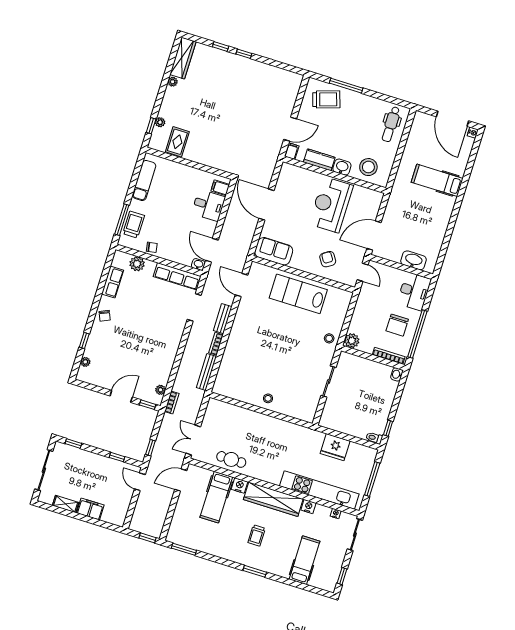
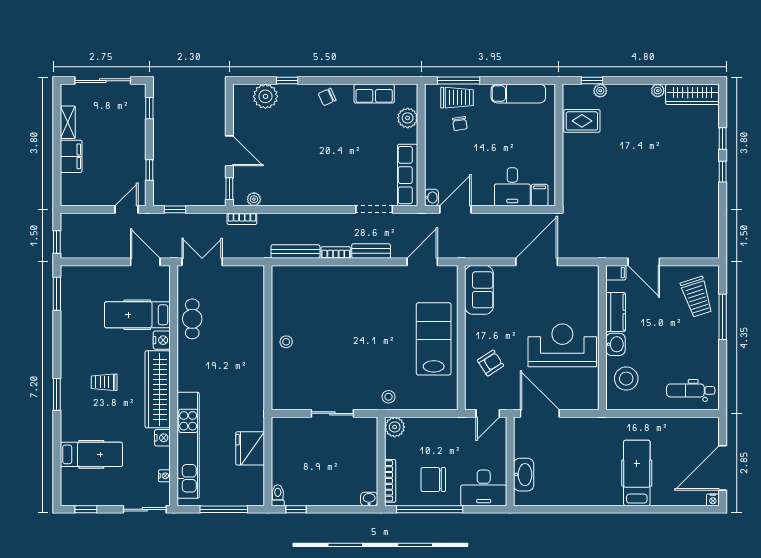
chair: (152, 247) -> (460, 124), moved
plant: (85, 362) -> (265, 96), width x1.88, depth x1.88

